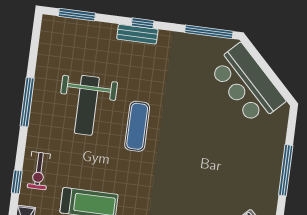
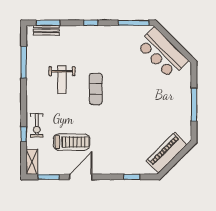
bench: (137, 34) -> (46, 30), moved
window: (27, 102) -> (24, 62), moved
weight bench: (87, 105) -> (62, 80), width x0.73, depth x0.75

